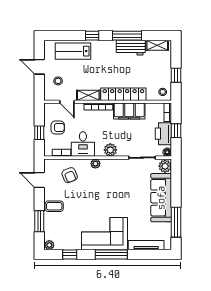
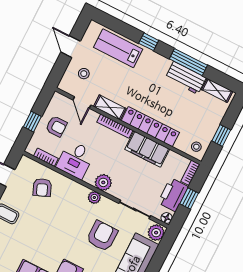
plant: (95, 164) -> (94, 197), moved
armchair: (129, 188) -> (102, 236), added

